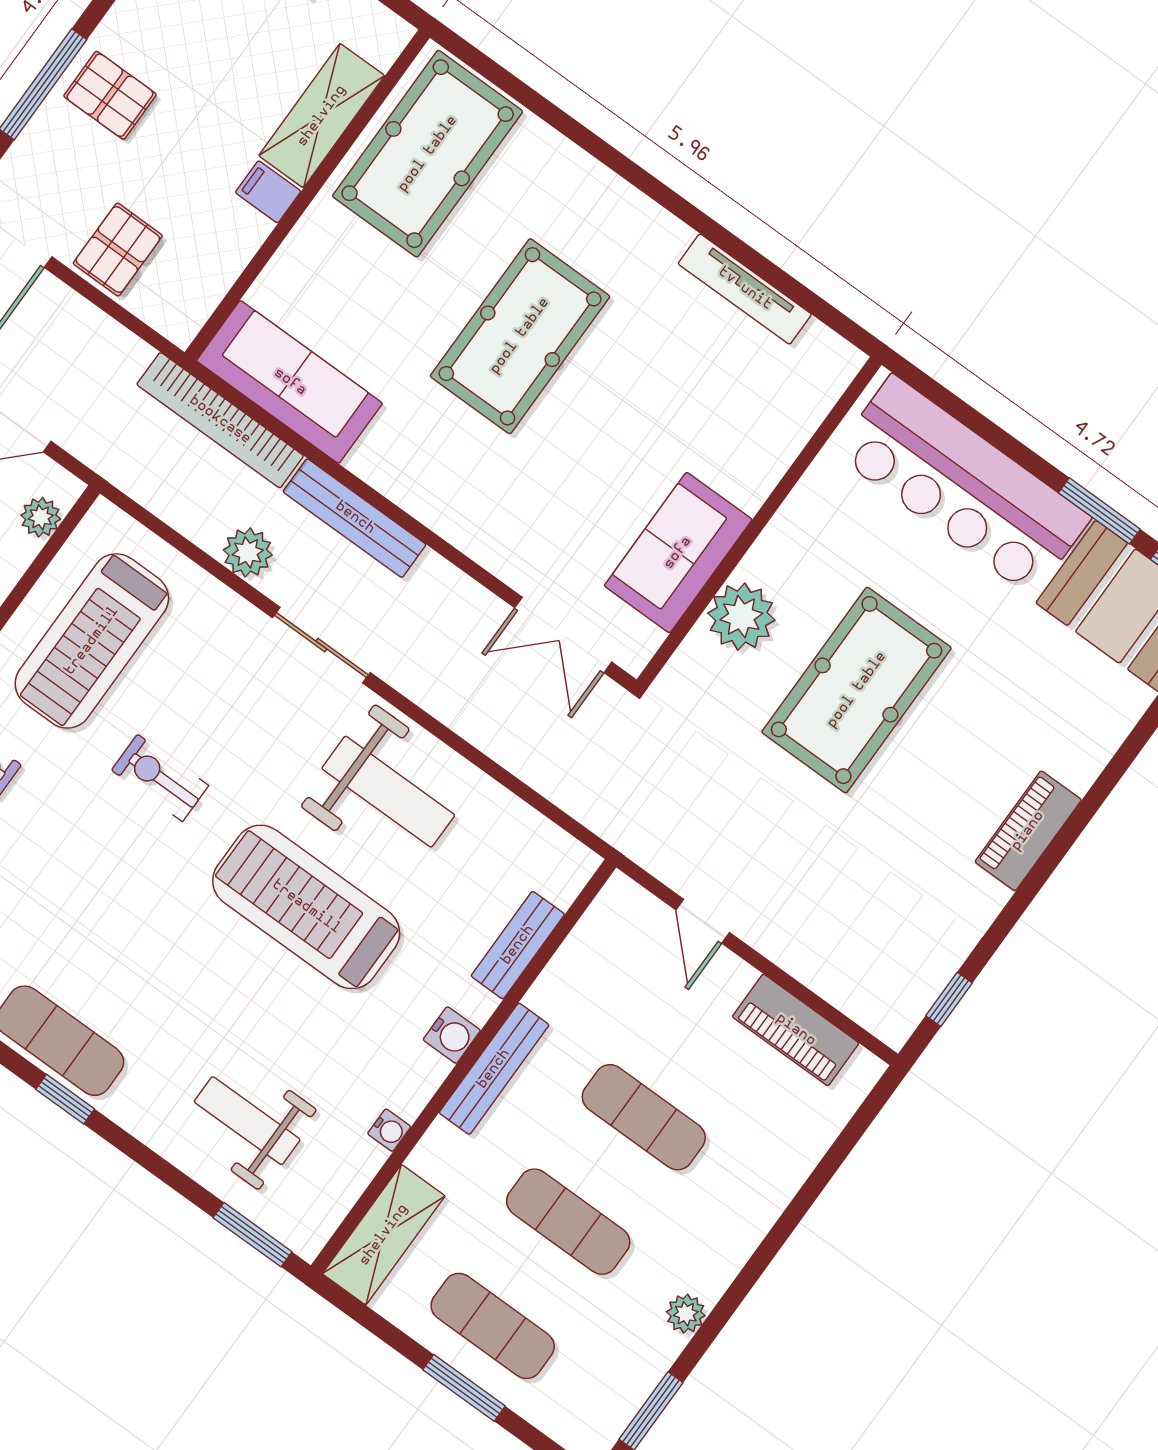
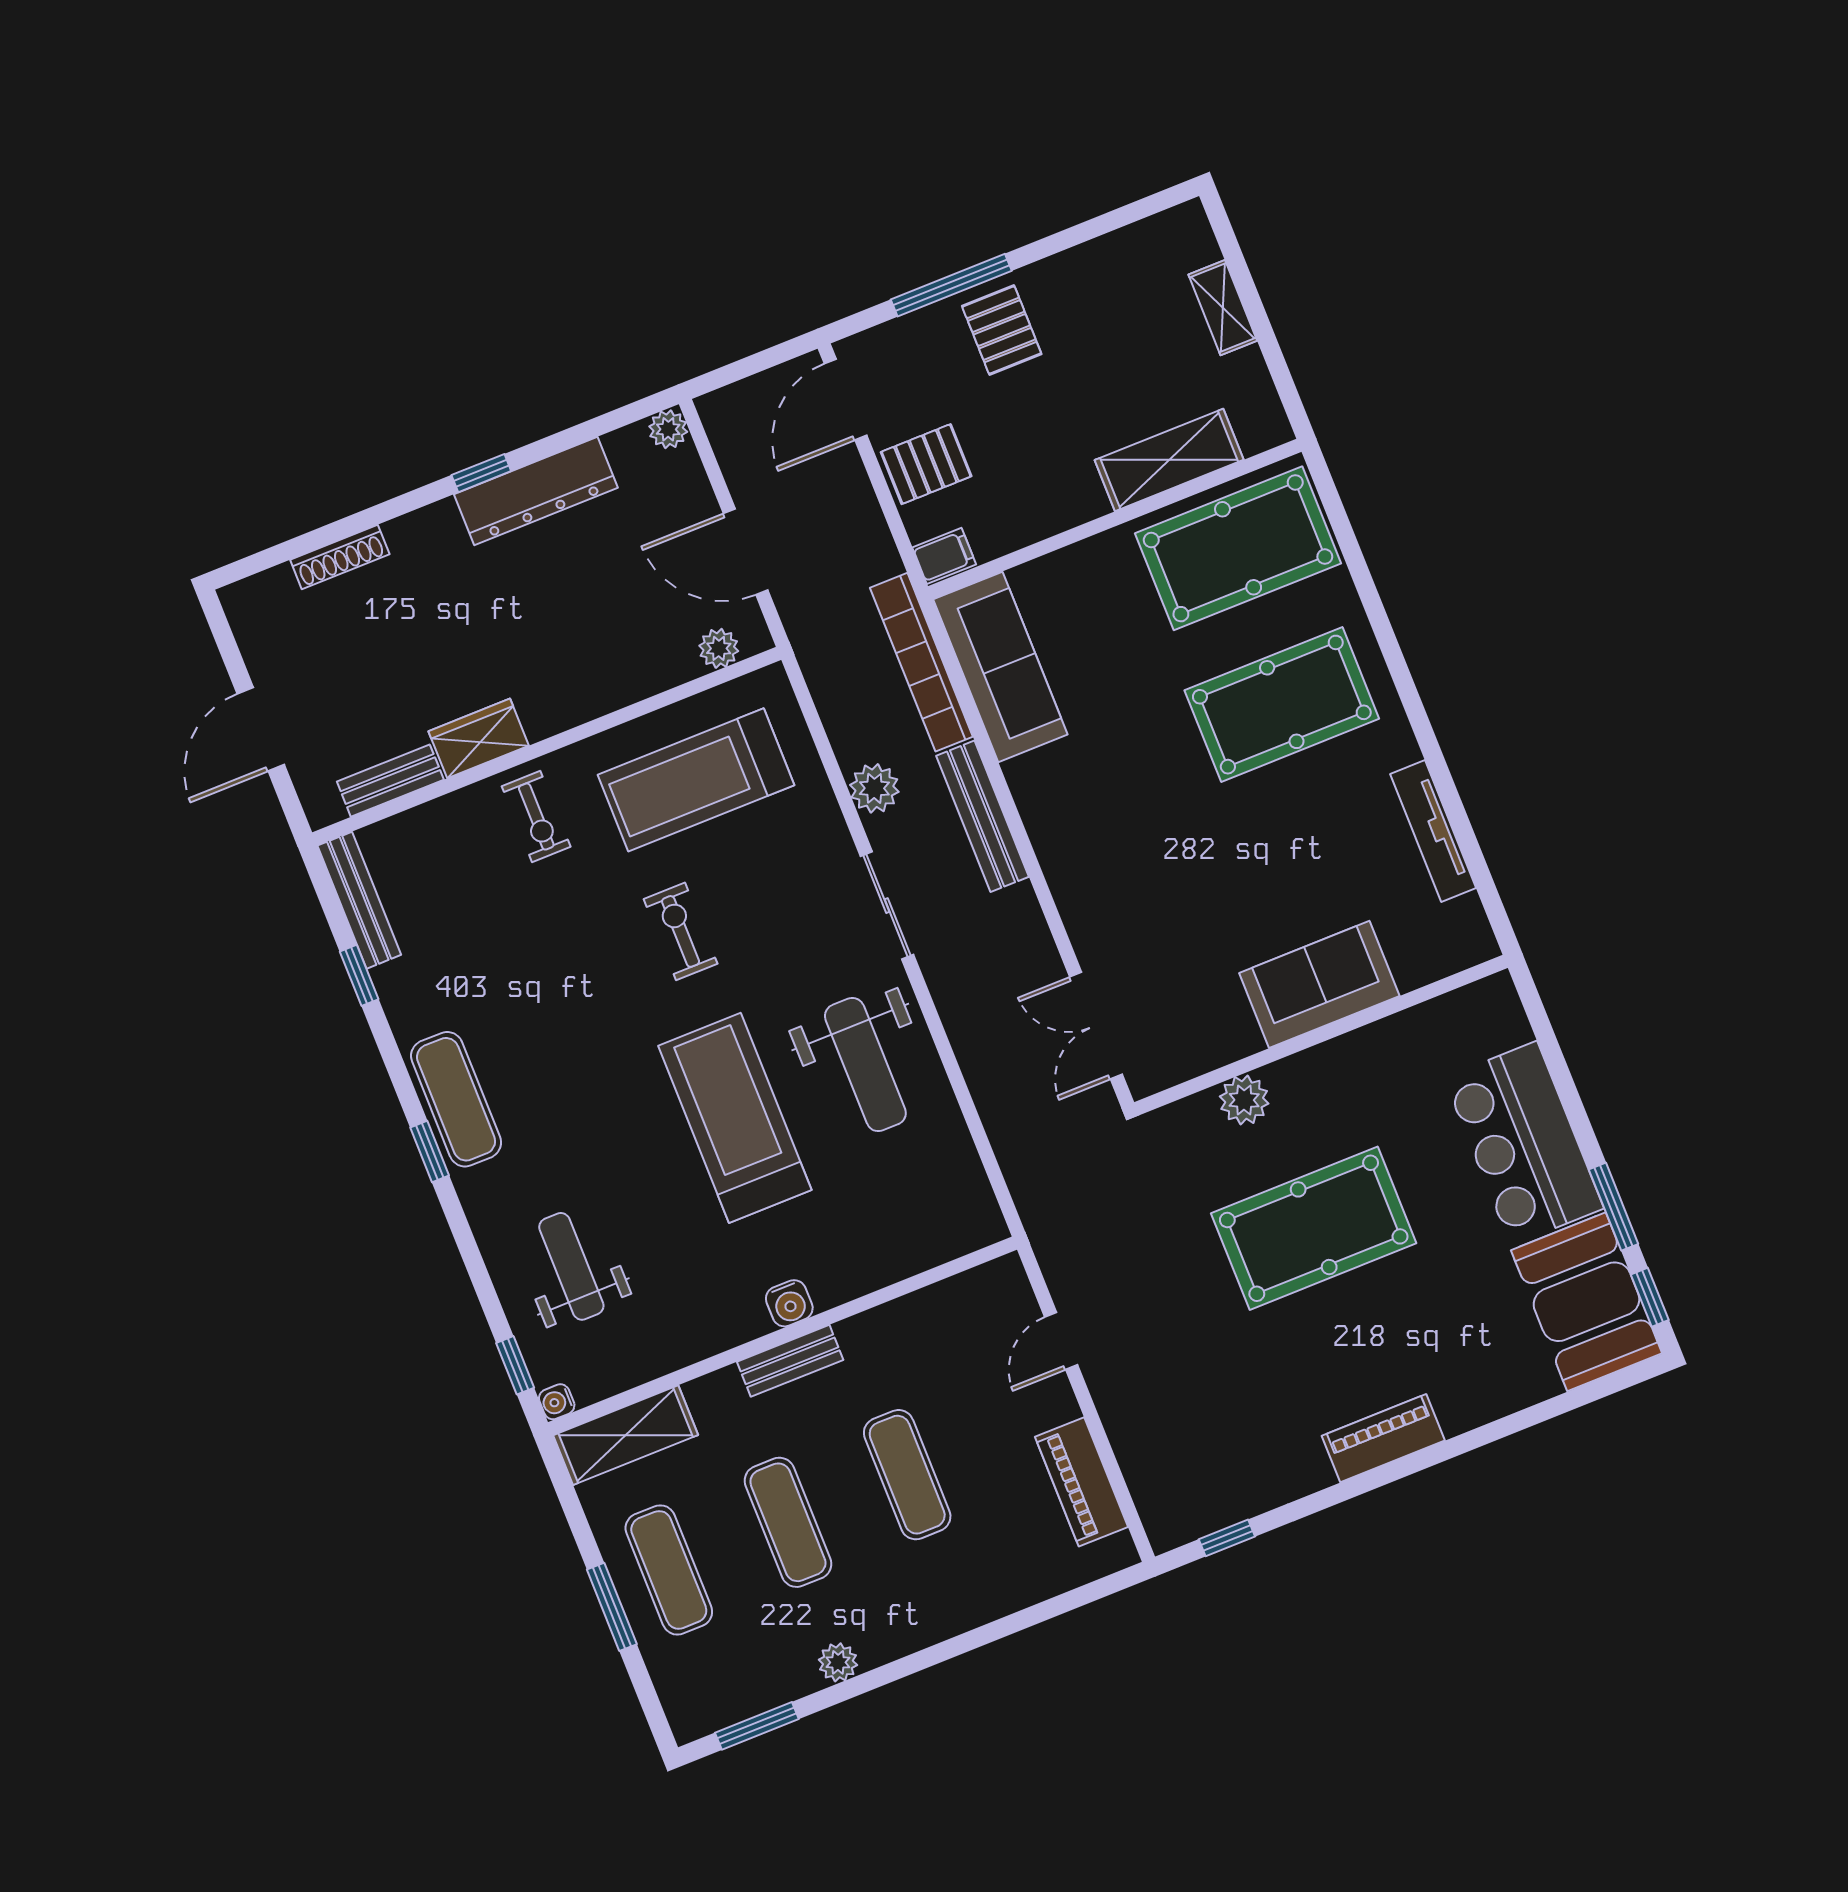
filing cabinet: (268, 192) -> (944, 556), moved, turned 90
pool table: (520, 336) -> (1282, 705), moved
bar counter: (963, 486) -> (1524, 1143), width x0.73
sofa: (678, 553) -> (1319, 984), moved
plant: (741, 617) -> (1244, 1100), width x0.73, depth x0.73
bench: (518, 945) -> (893, 1263), removed
bench: (494, 1069) -> (790, 1361), width x0.73
water cooler: (389, 1130) -> (557, 1402), moved, turned 90
window: (252, 1235) -> (515, 1365), width x0.67

